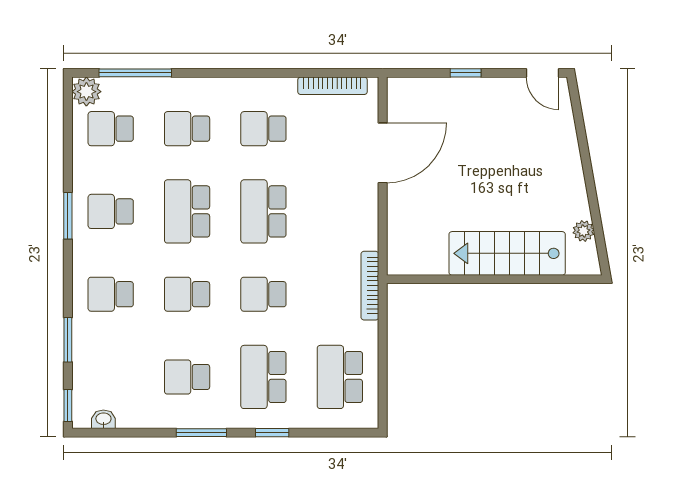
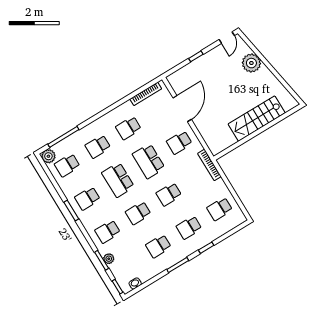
door: (542, 73) -> (227, 38), hinge flipped
school desk: (340, 211) -> (179, 143), added
plant: (583, 231) -> (251, 63), moved, width x1.88, depth x1.88
plant: (83, 345) -> (109, 259), added
school desk: (263, 377) -> (189, 228), width x0.54
school desk: (340, 377) -> (220, 209), width x0.54

